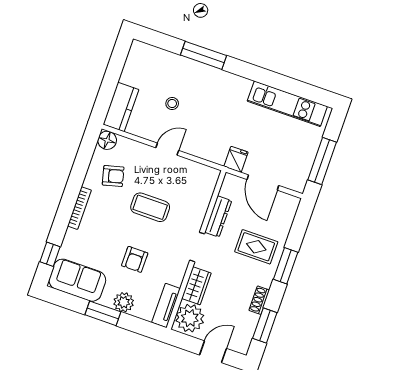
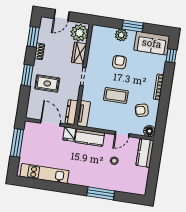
kitchen counter: (205, 148) -> (90, 138), added
door: (167, 149) -> (122, 134), moved
dresser: (218, 216) -> (71, 112), moved
tv unit: (166, 306) -> (84, 114), moved

